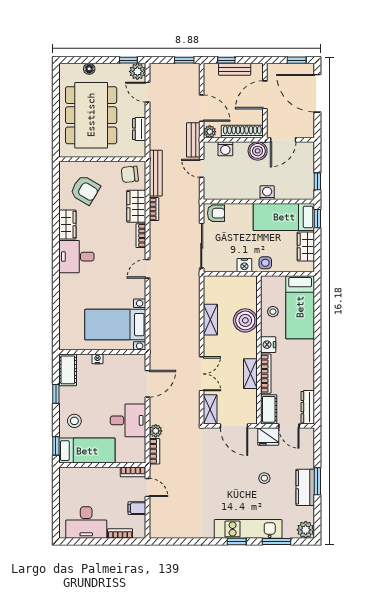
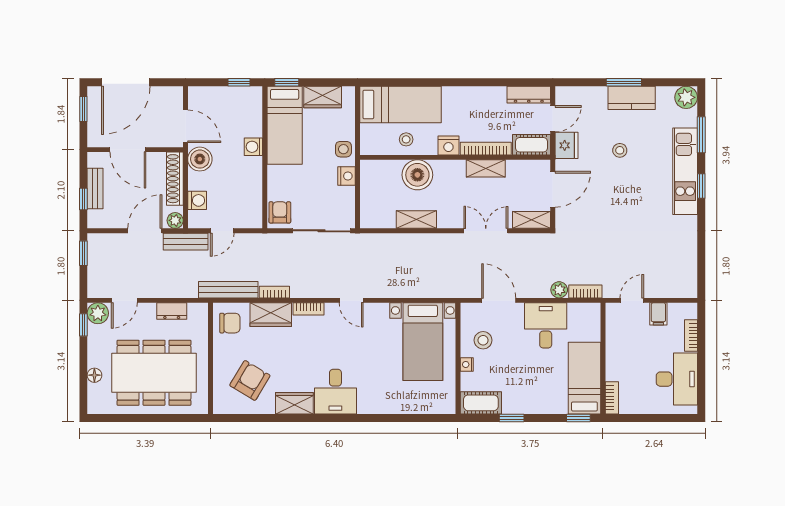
chair: (130, 174) -> (230, 323), turned -84
stool: (74, 421) -> (483, 340), moved
bookcase: (133, 472) -> (612, 398), moved

